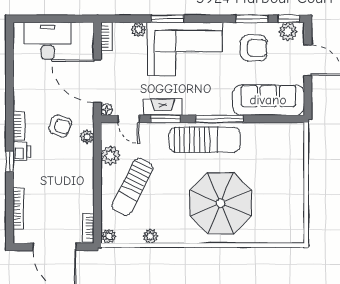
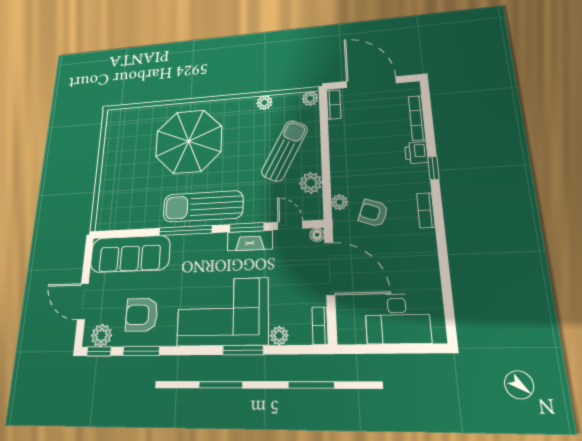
printer: (22, 151) -> (416, 153), moved

